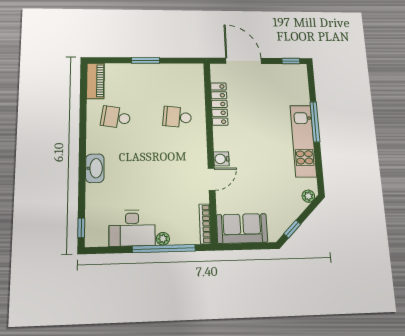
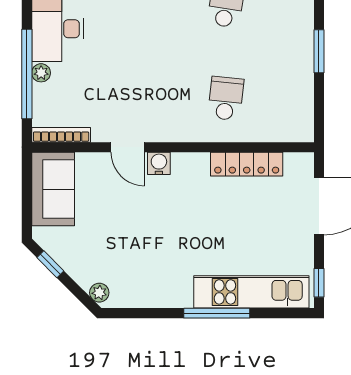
kitchen unit: (303, 141) -> (251, 292), moved

